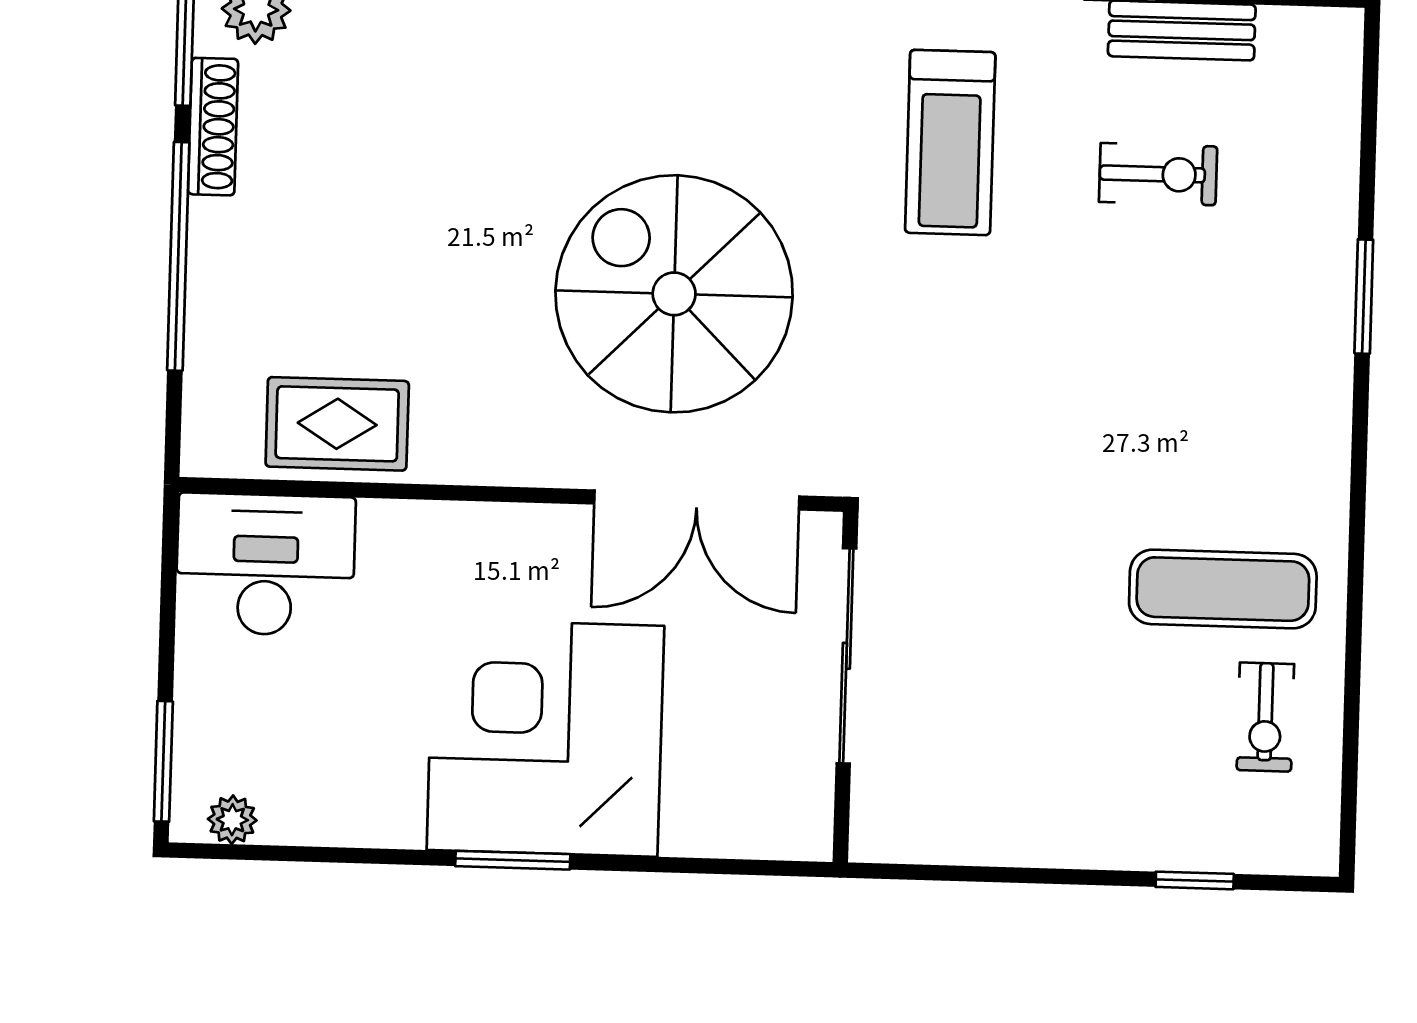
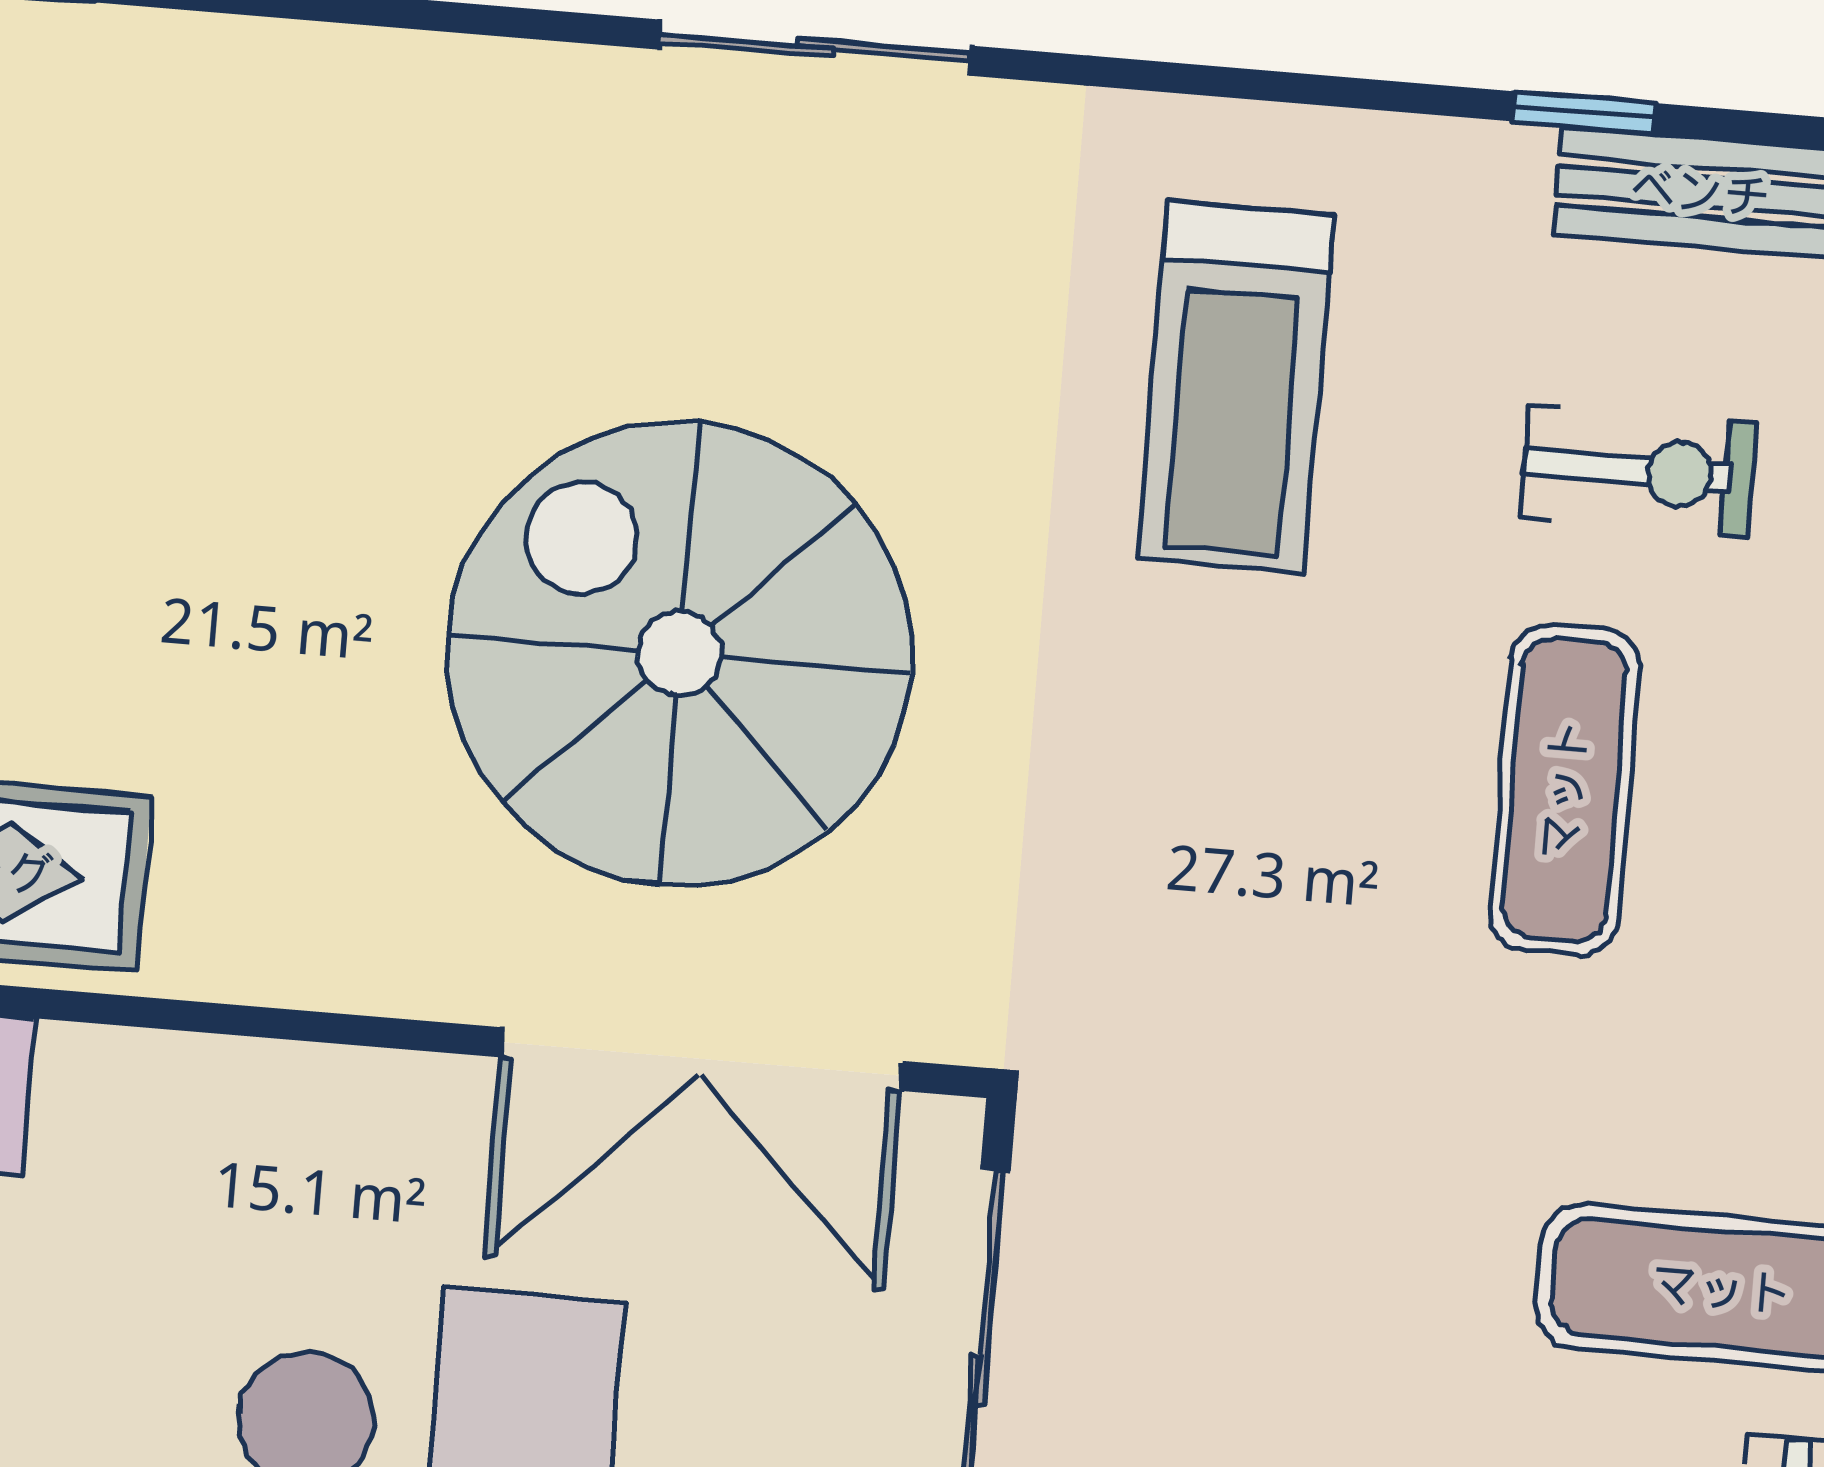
exercise mat: (1129, 339) -> (1564, 790), added

